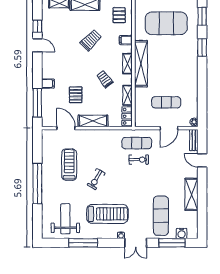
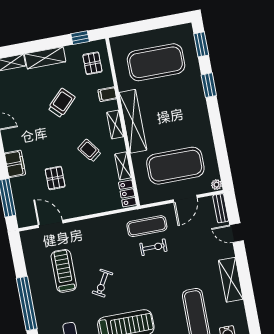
filing cabinet: (48, 84) -> (15, 164), width x2.00
exercise mat: (166, 102) -> (175, 166), width x2.00, depth x1.45
shelving: (93, 121) -> (84, 208), removed

